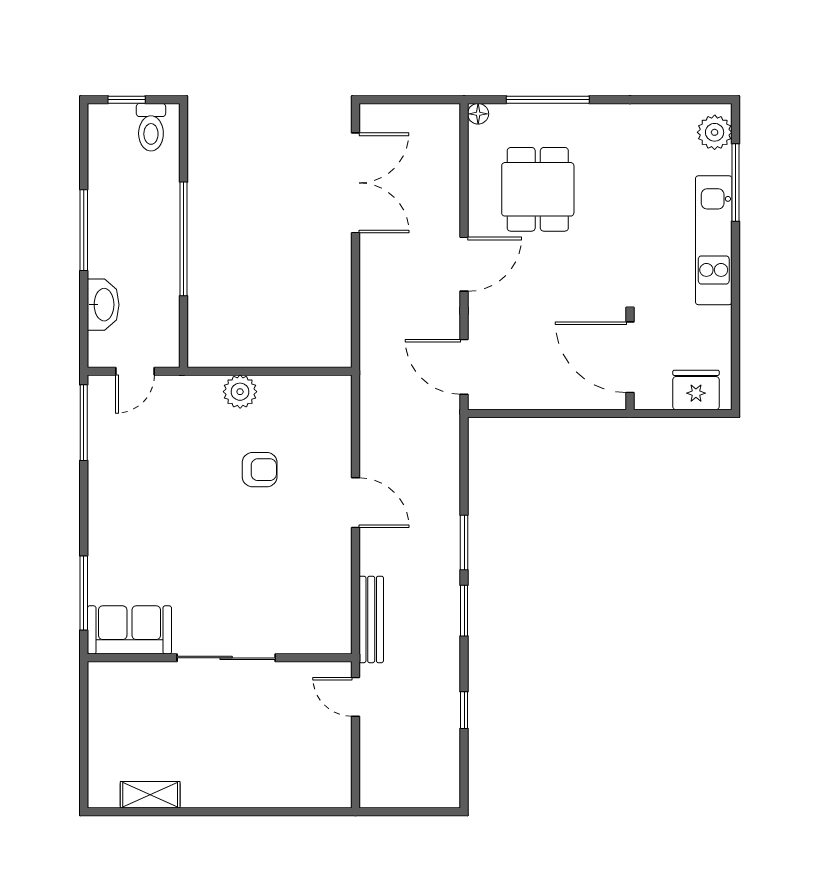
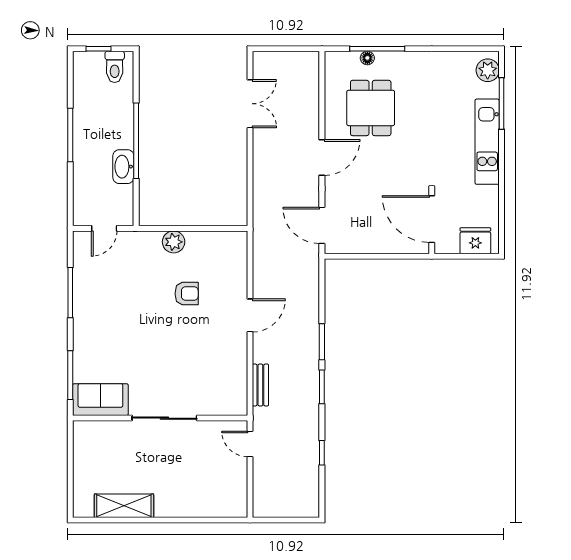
floor lamp: (478, 114) -> (367, 58), moved
double door: (355, 183) -> (250, 104), width x0.73
washbasin: (103, 305) -> (123, 167), moved, turned 180
window: (84, 423) -> (70, 293), moved
door: (355, 503) -> (250, 315), hinge flipped
bench: (371, 619) -> (260, 385), width x0.73
shelving: (150, 795) -> (124, 506), width x1.50, depth x1.33

